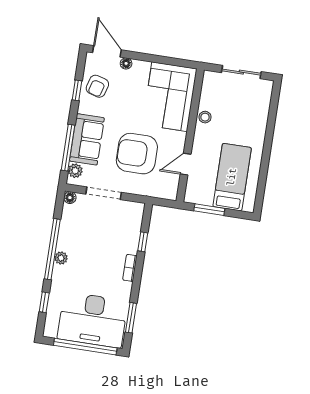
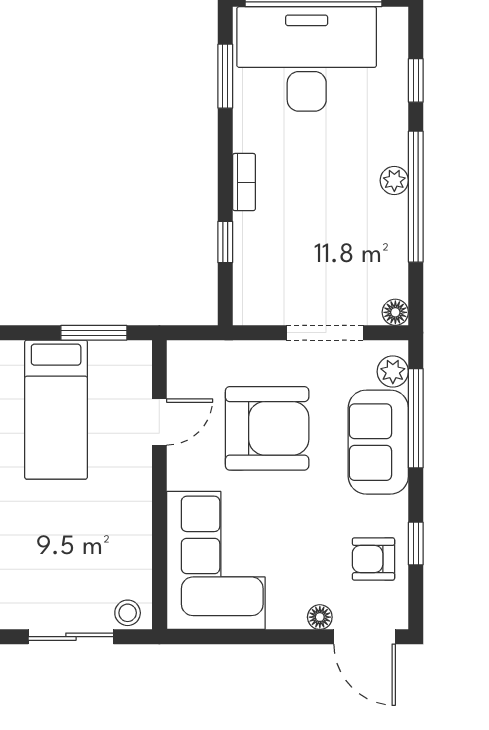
armchair: (97, 86) -> (373, 559), turned -106
stool: (205, 117) -> (128, 613), moved

